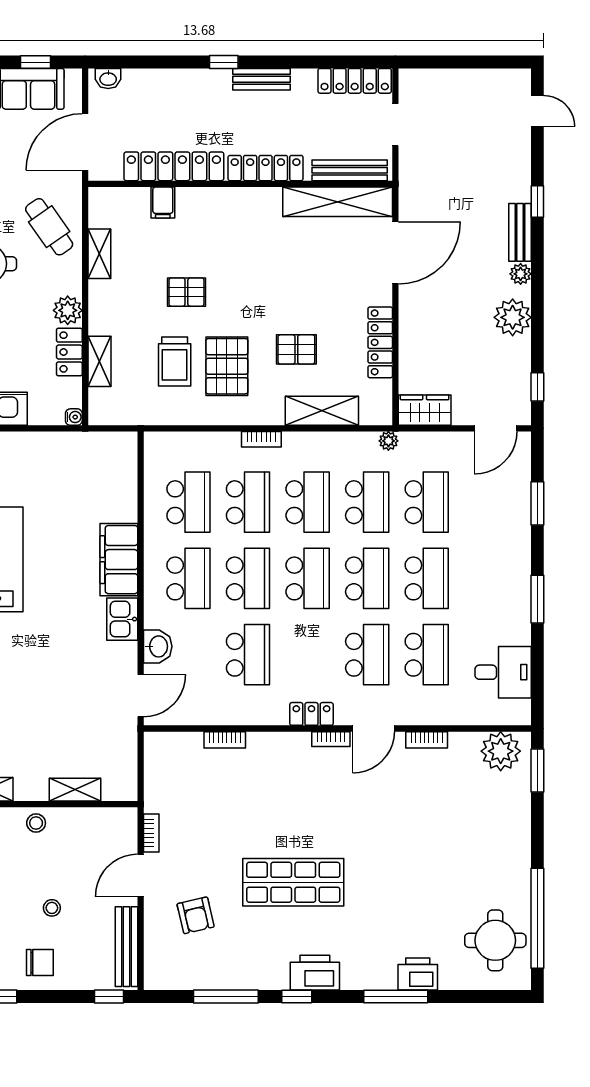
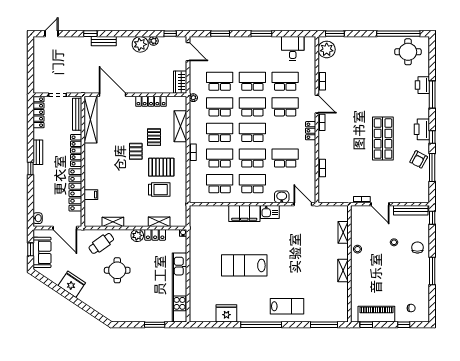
plant: (521, 274) -> (154, 41), moved
pallet: (186, 292) -> (136, 151), moved
armchair: (196, 915) -> (419, 159), moved, turned 131

